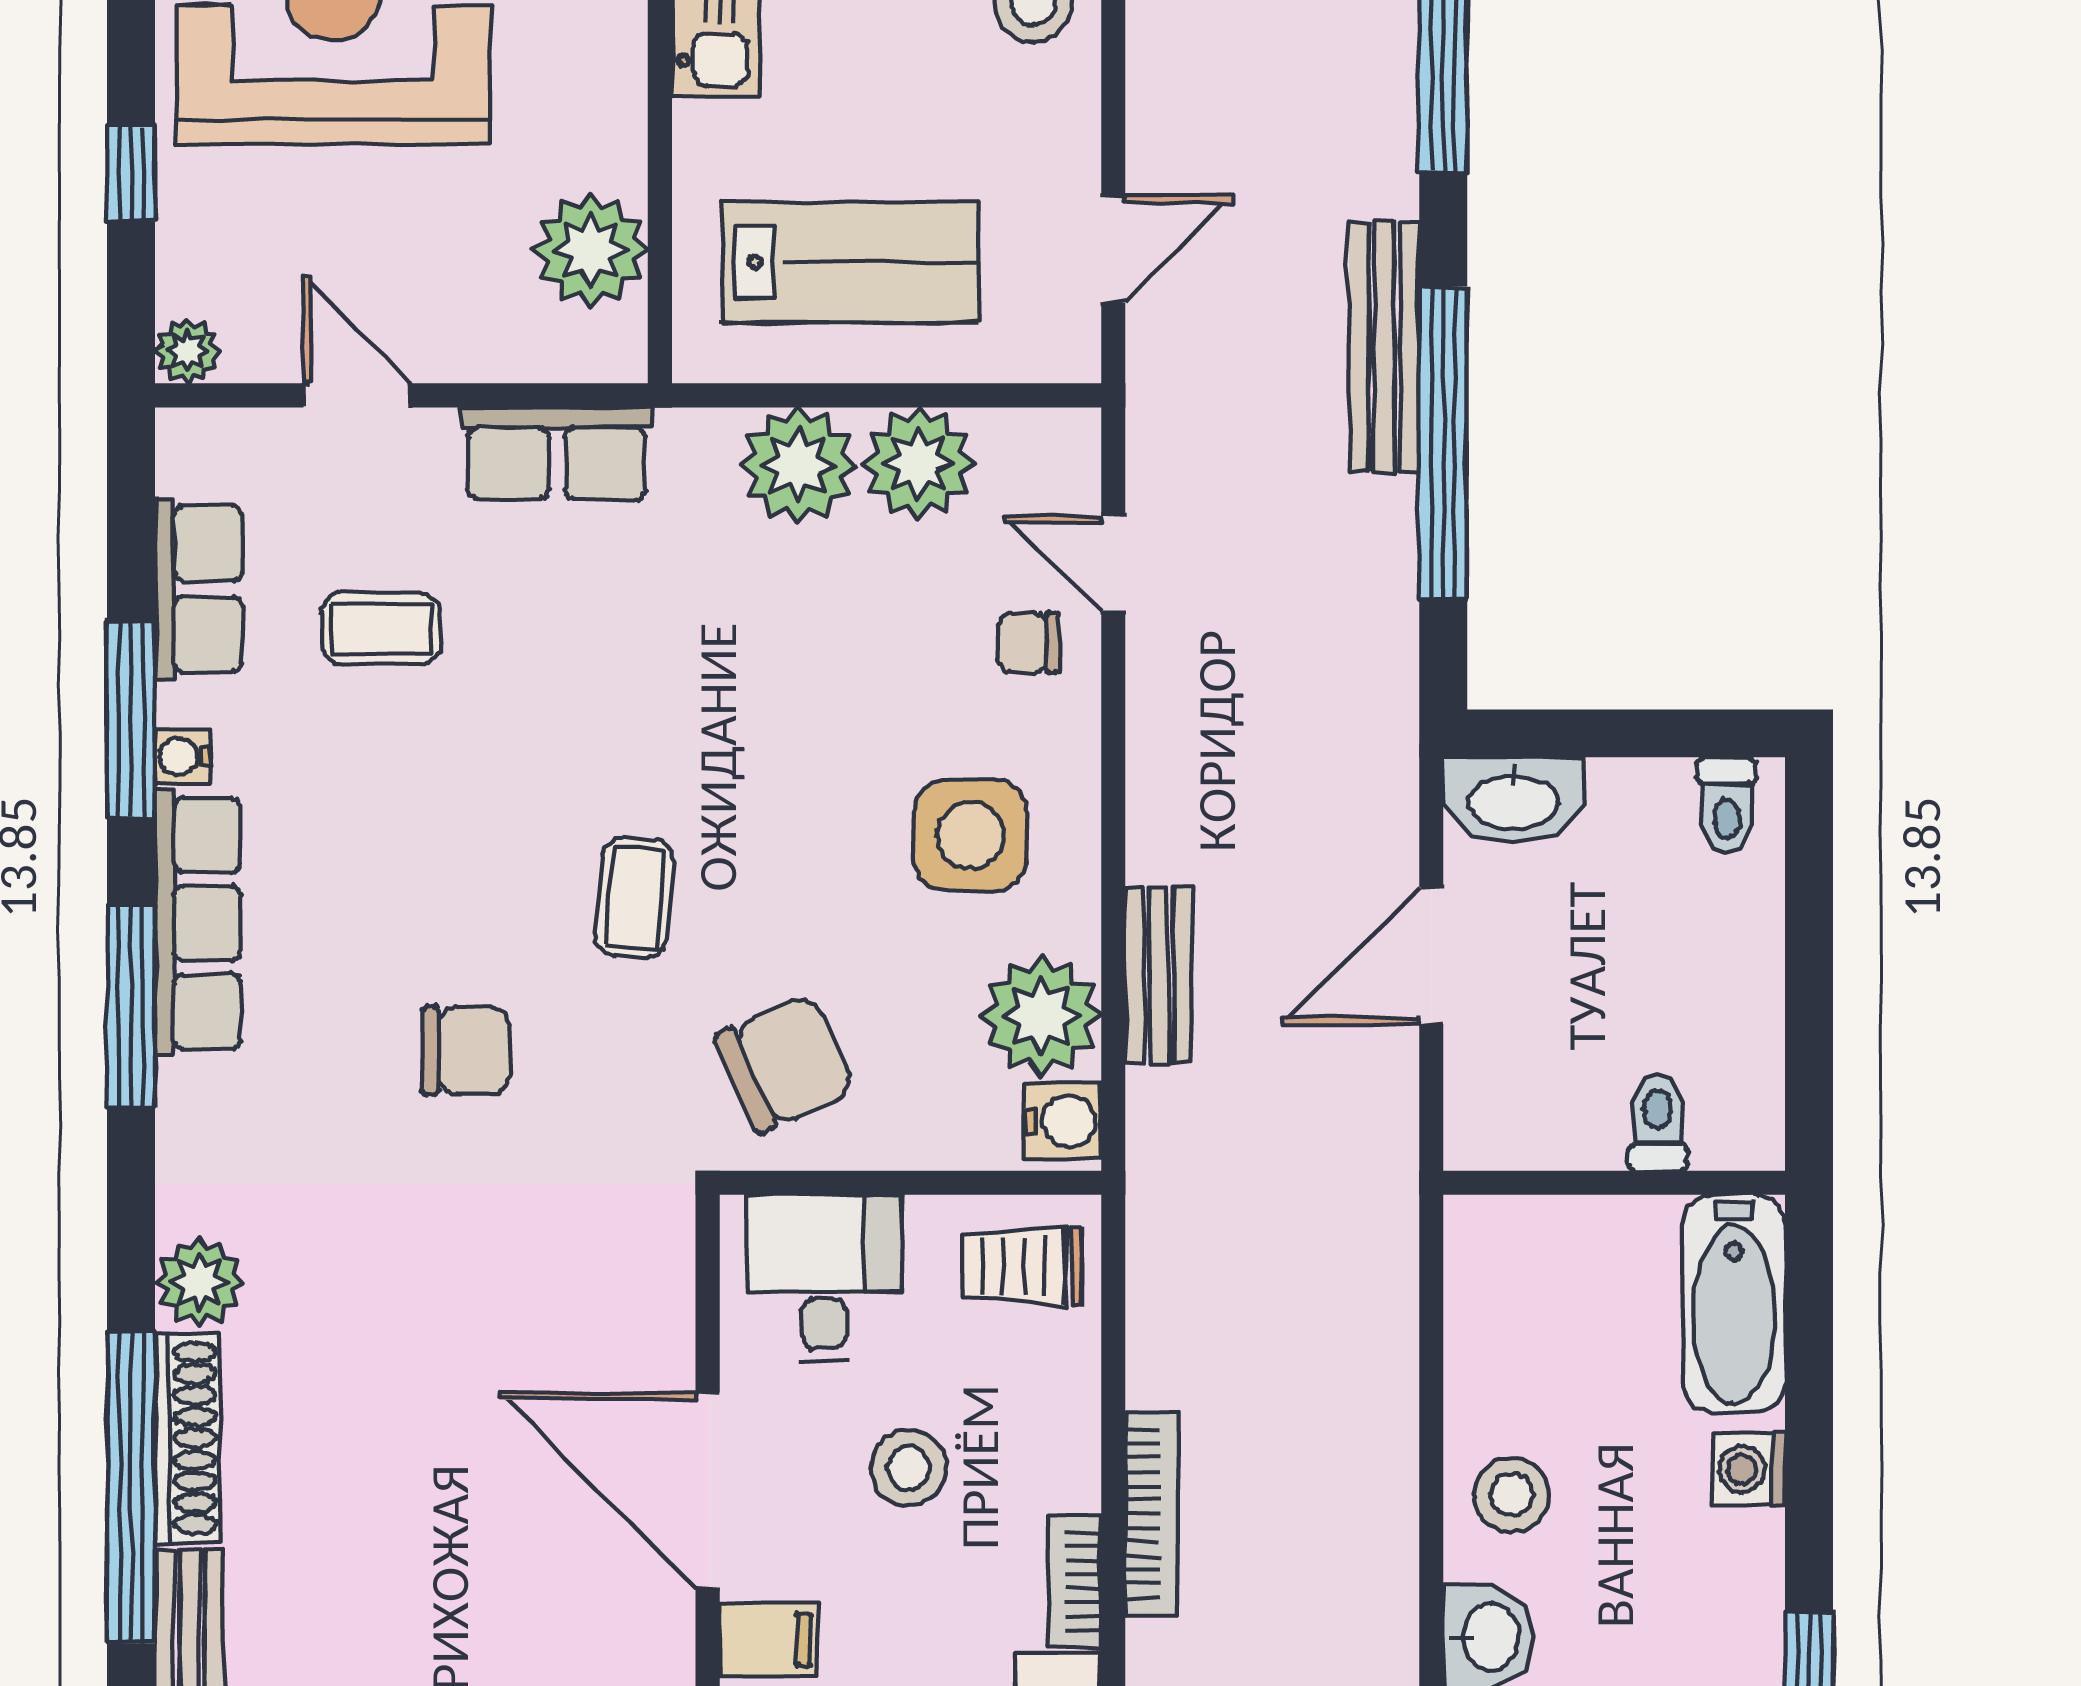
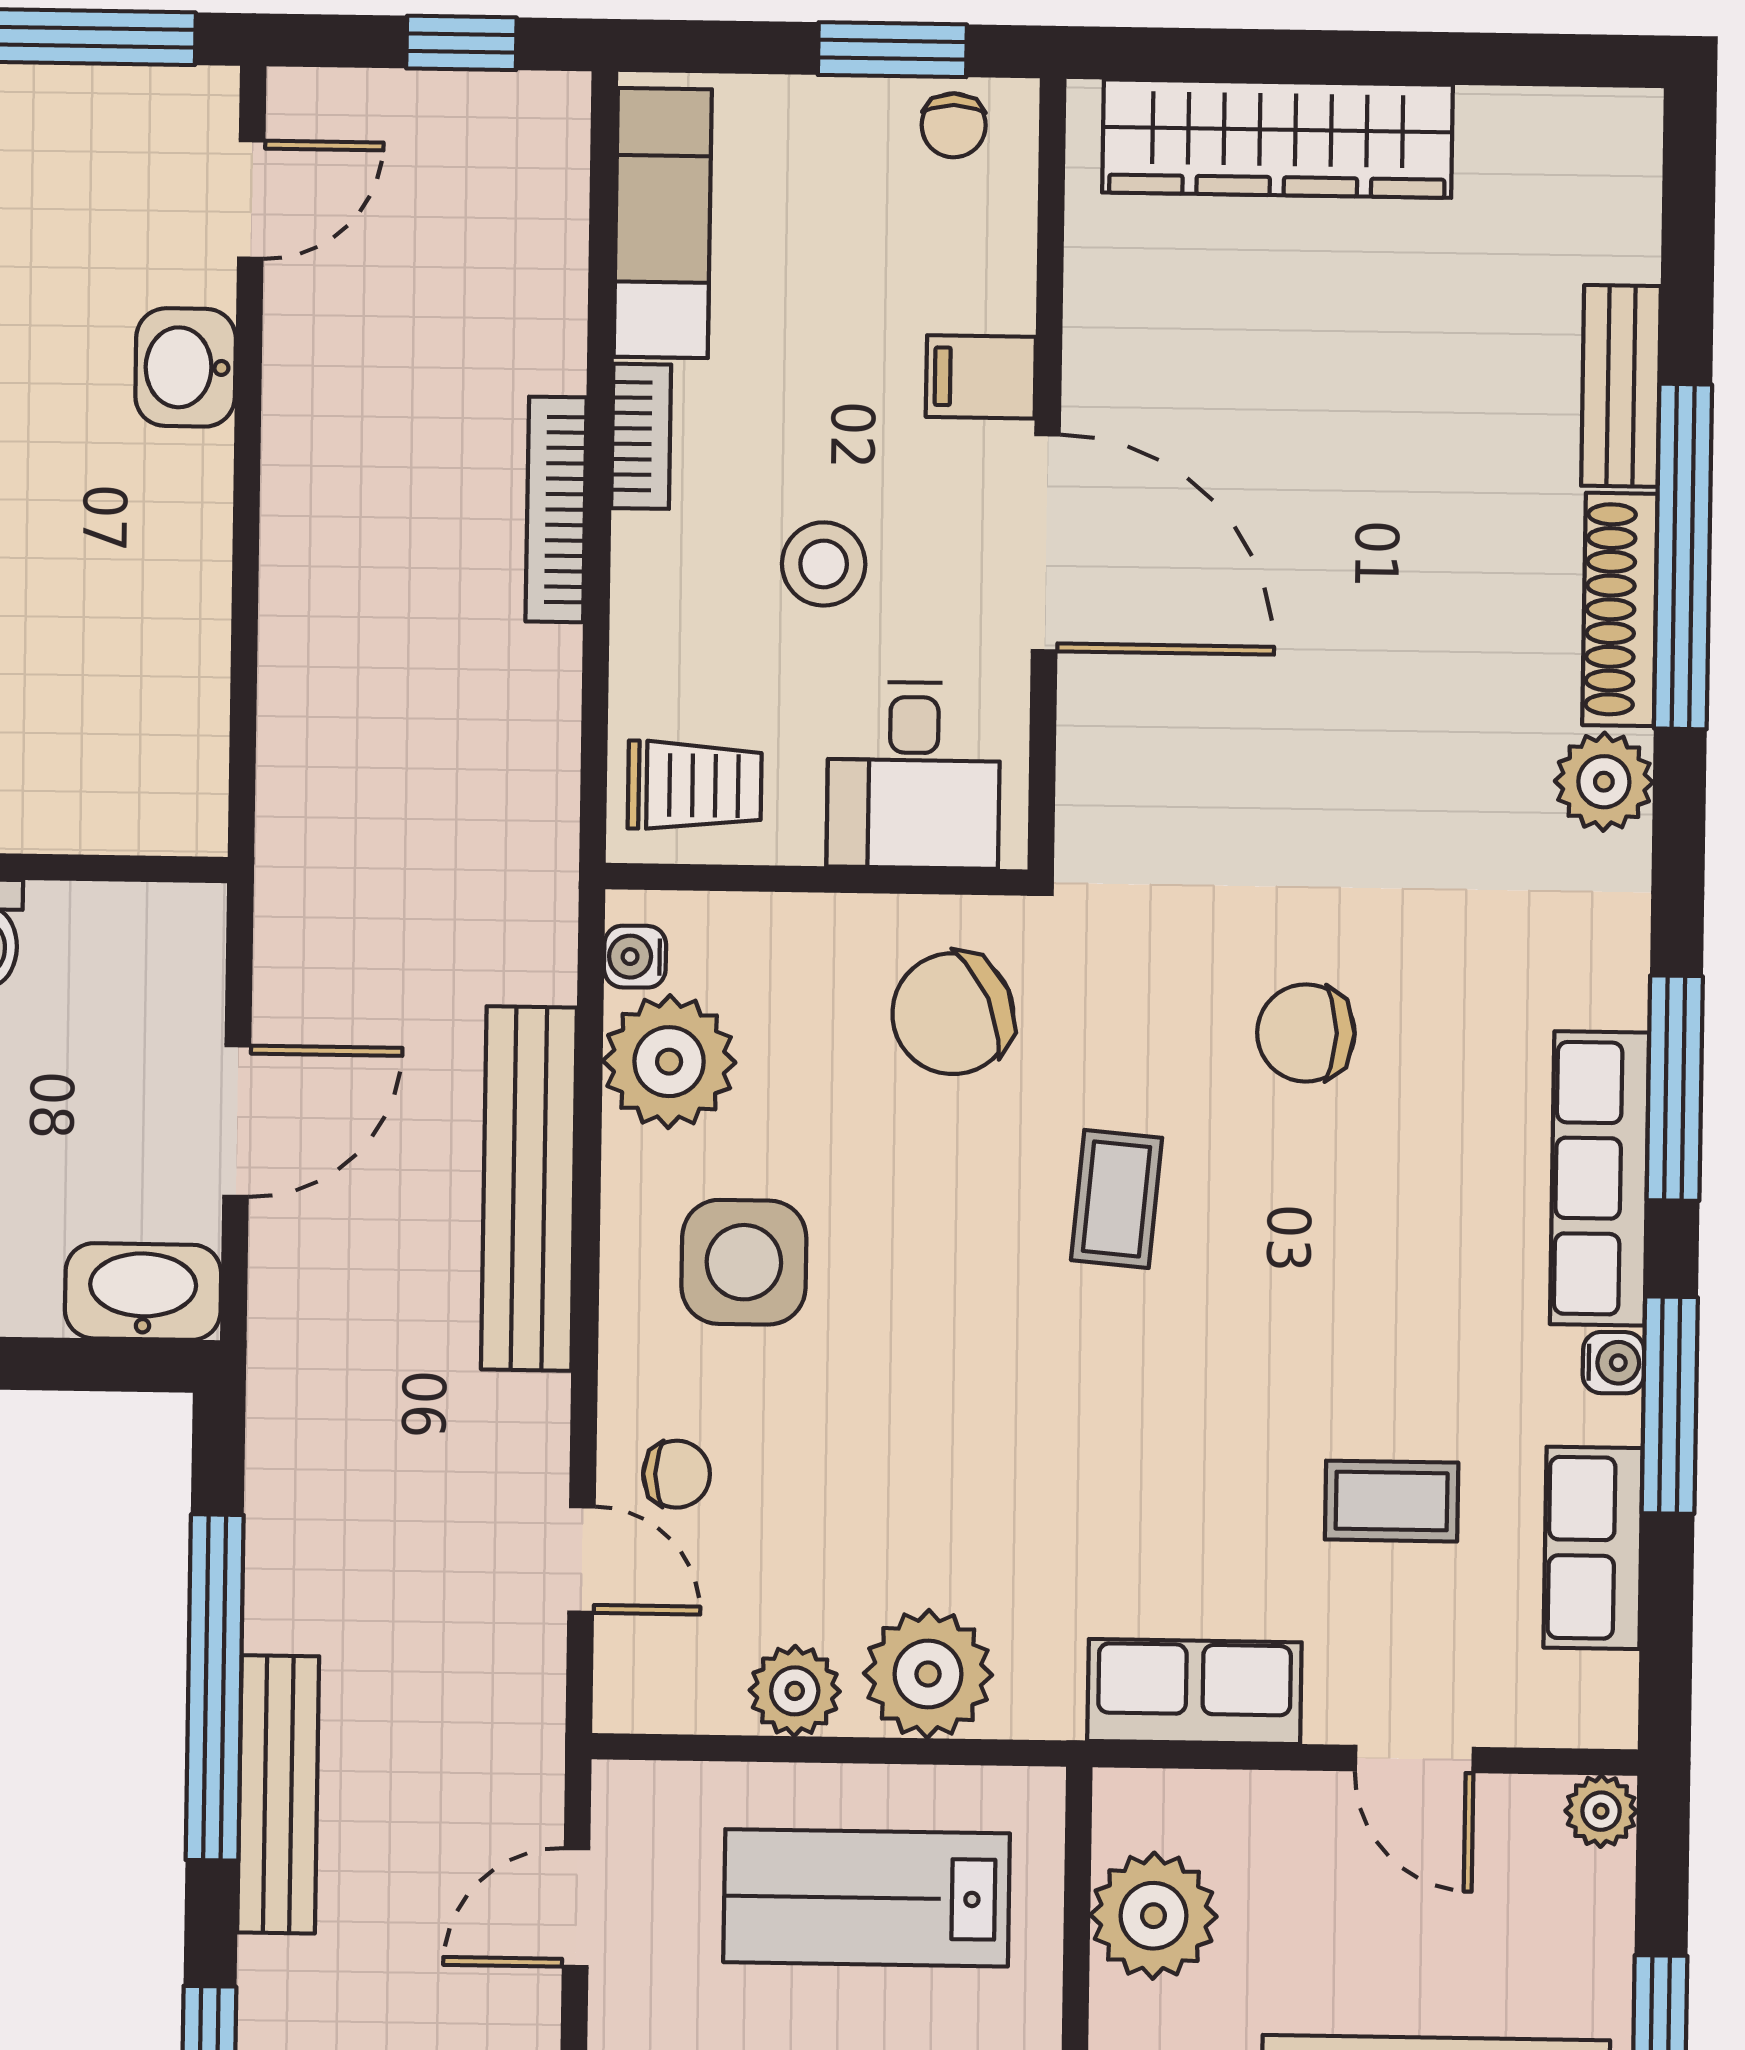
plant: (918, 463) -> (795, 1691), width x0.73, depth x0.73
bench: (1159, 975) -> (529, 1188), width x1.86, depth x1.21
water cooler: (1063, 1121) -> (635, 957), width x0.72, depth x0.72
stool: (1512, 1495) -> (157, 524), removed

